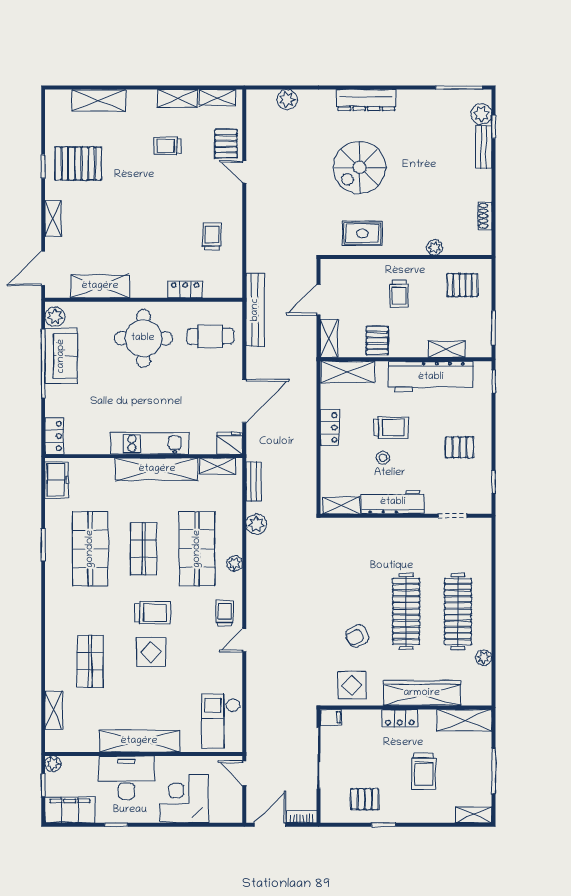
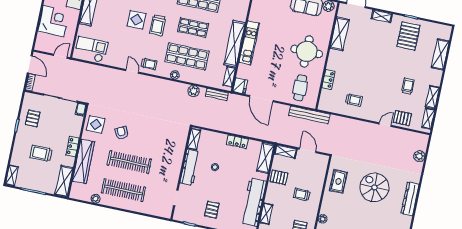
trolley: (391, 428) -> (230, 175), removed

